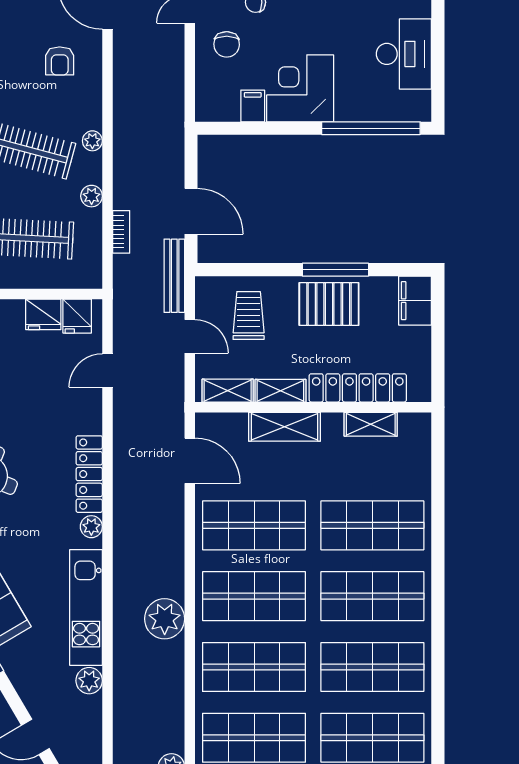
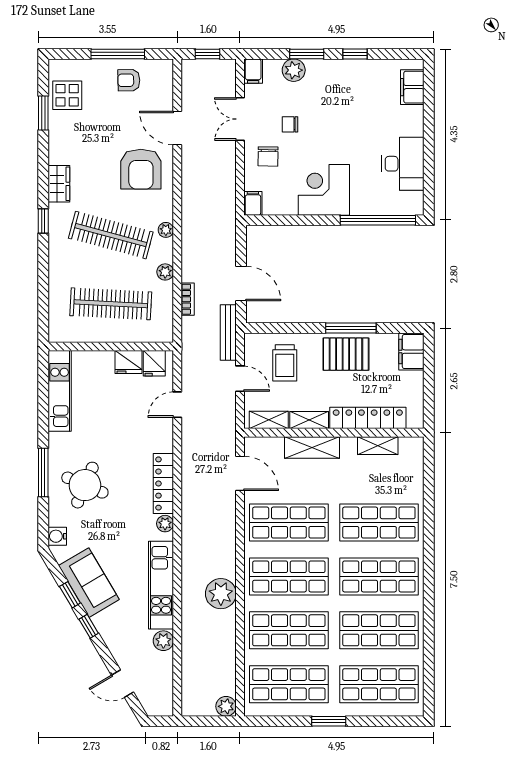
armchair: (60, 61) -> (141, 169), width x1.88, depth x1.88
filing cabinet: (253, 106) -> (253, 203), moved
trolley: (249, 316) -> (285, 363), turned 180

